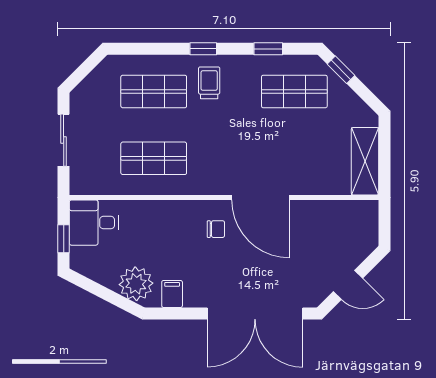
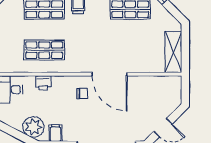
printer: (152, 212) -> (43, 83), added

